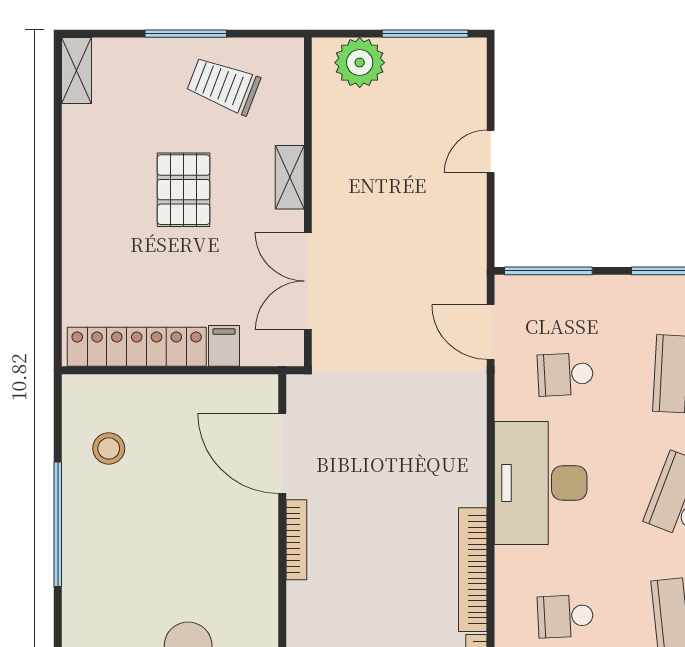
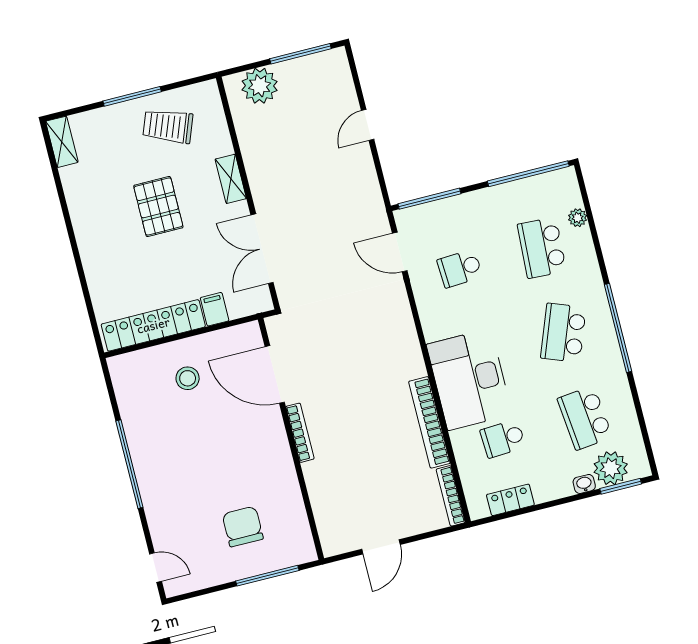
stool: (109, 448) -> (188, 378), moved
desk: (541, 483) -> (469, 379), moved

